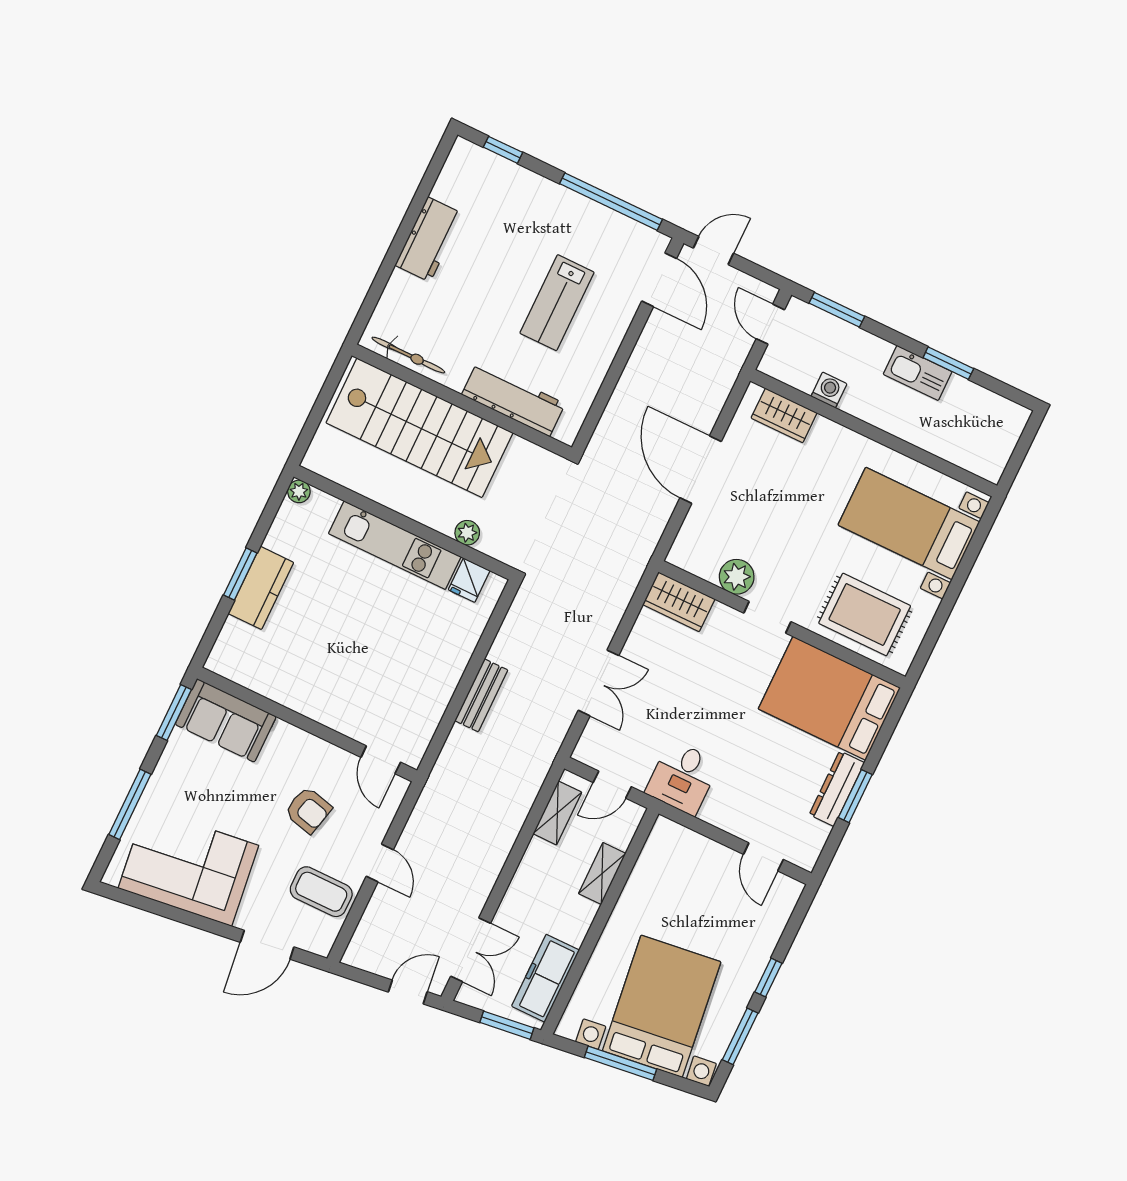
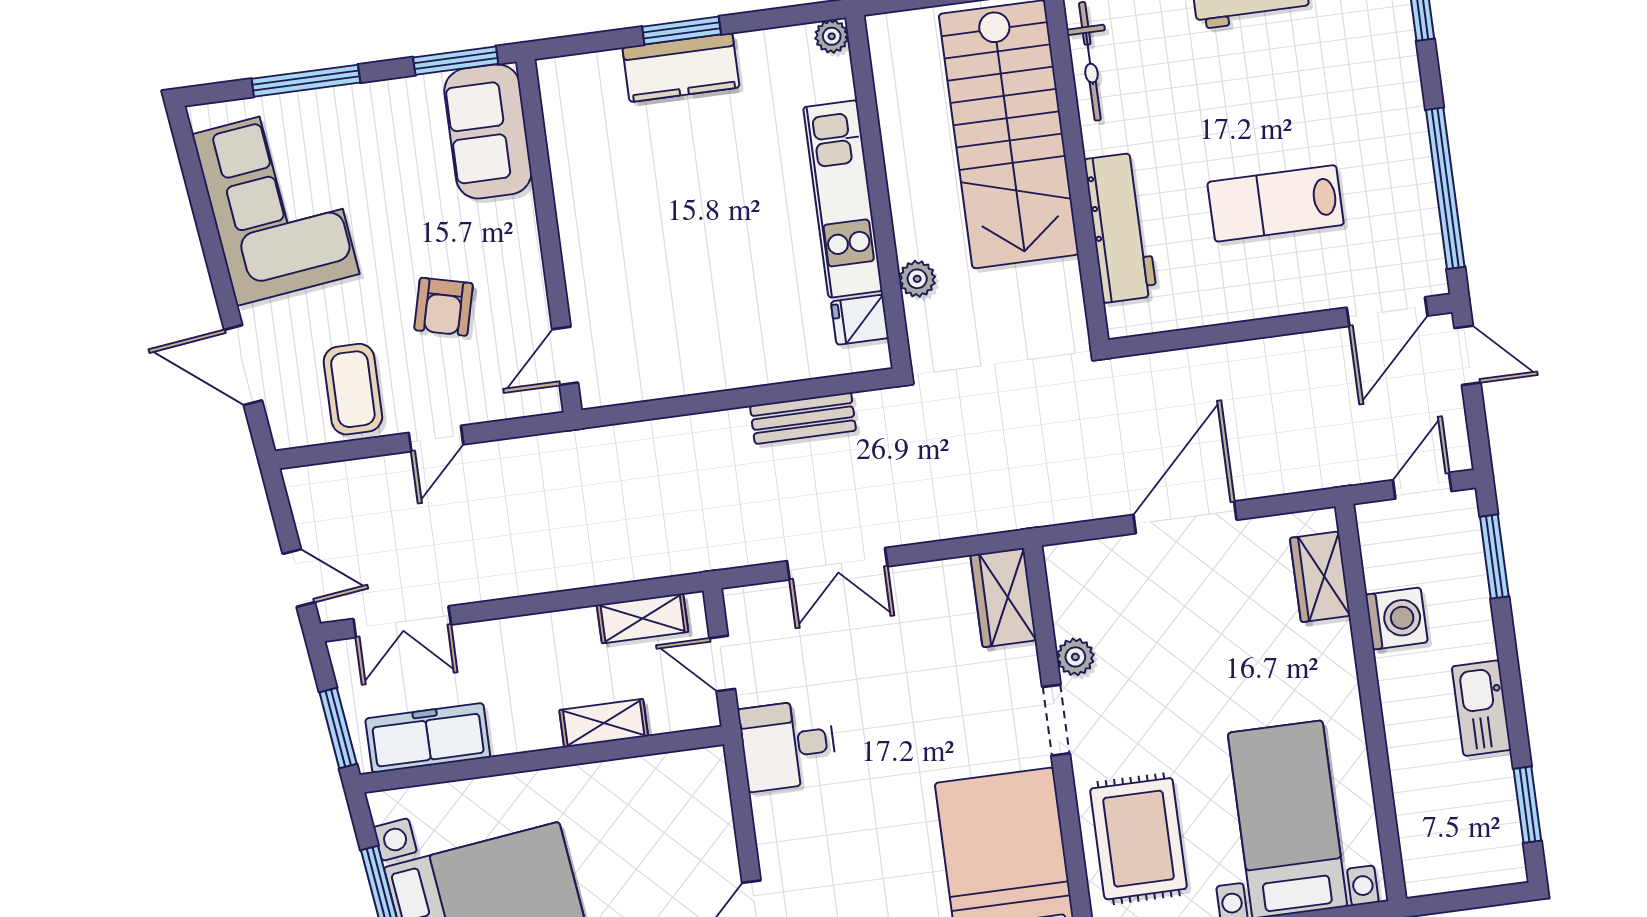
window: (948, 363) -> (1527, 805), moved
washing machine: (829, 390) -> (1397, 618), width x1.38, depth x1.38
plant: (737, 577) -> (1075, 657), width x0.73, depth x0.73
bench: (481, 695) -> (803, 418), moved

